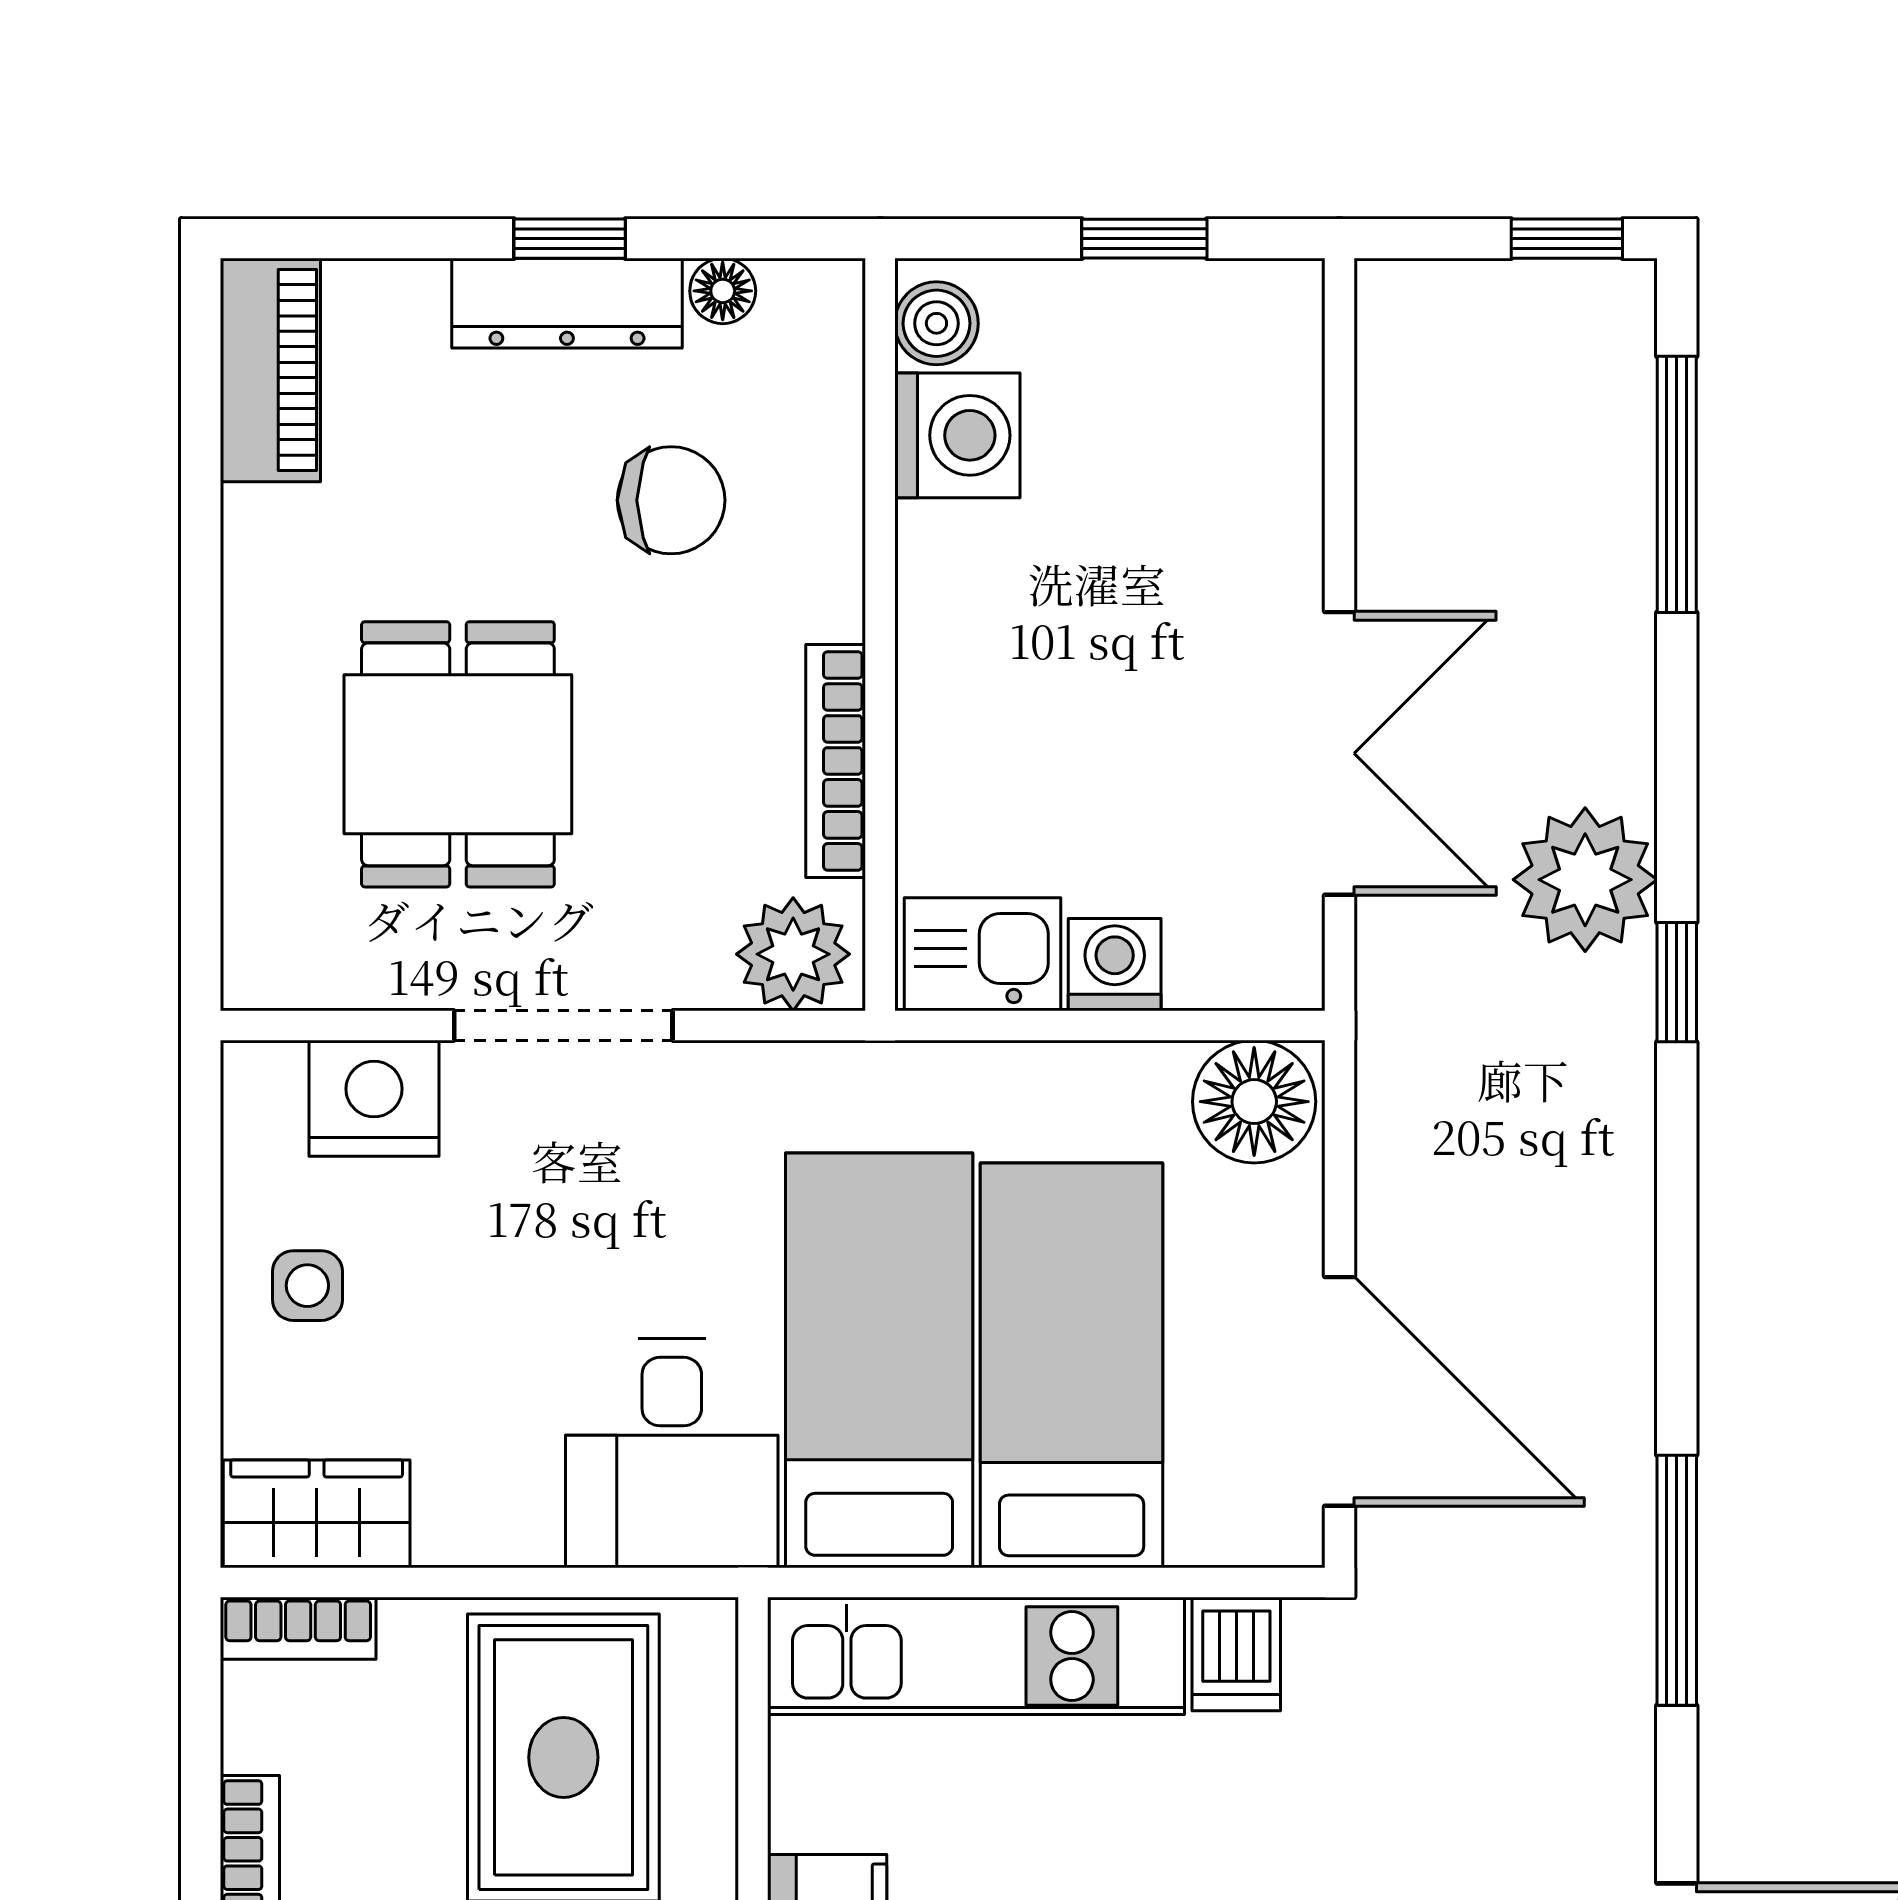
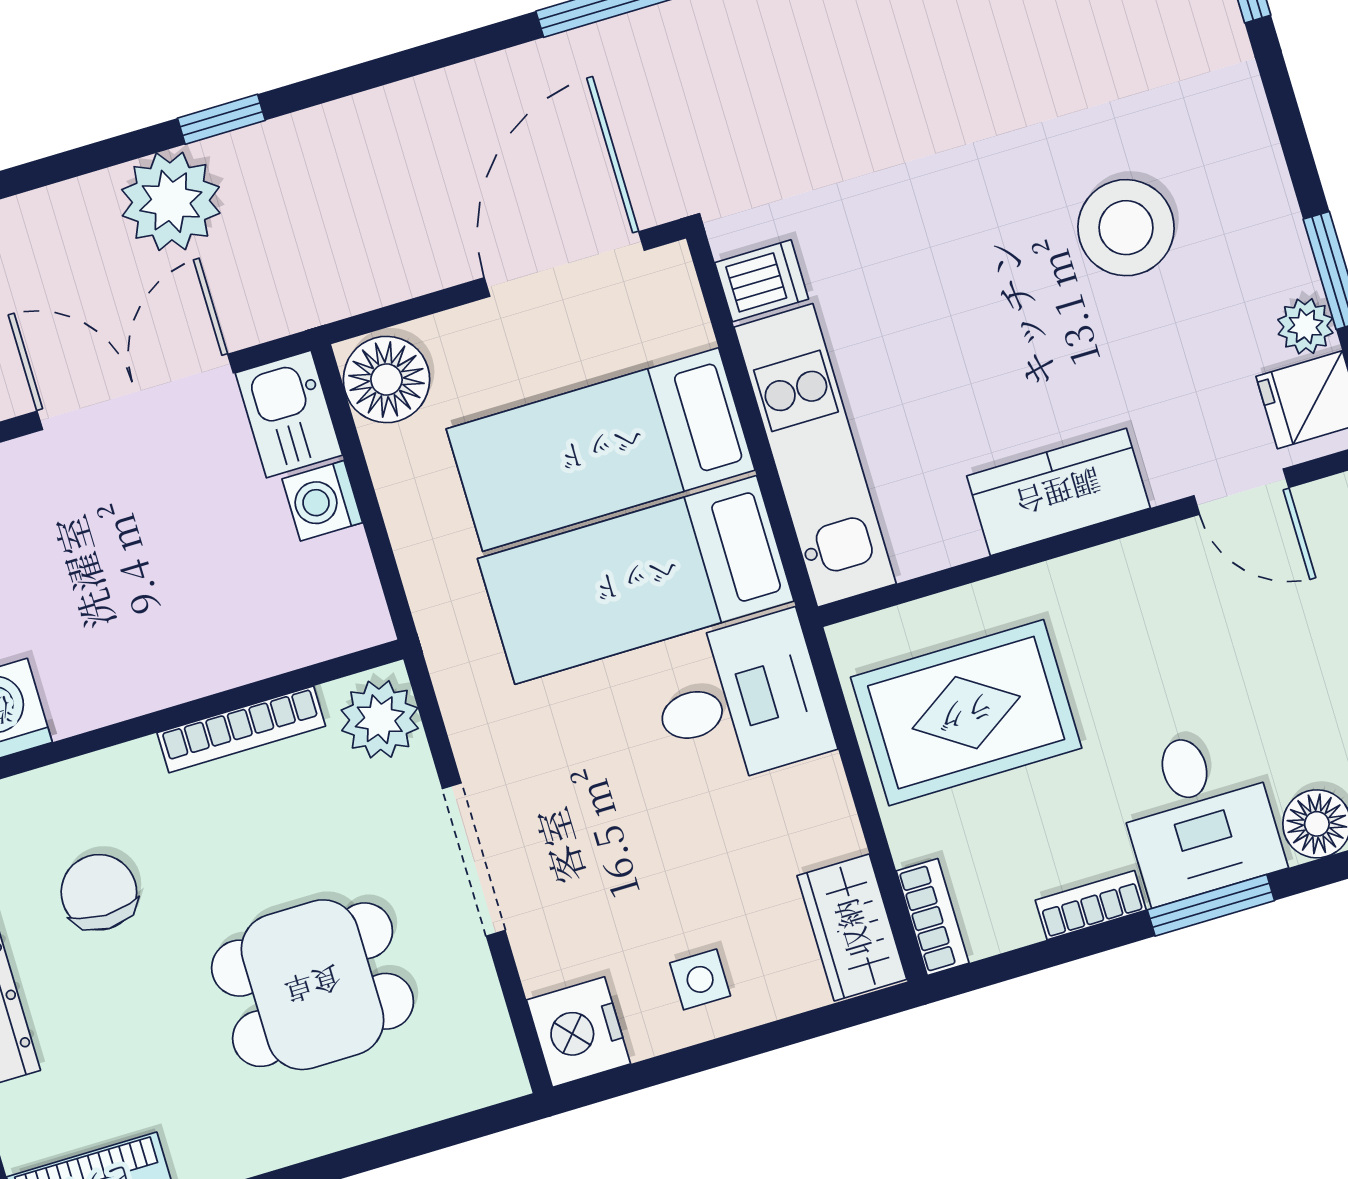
kitchen sink: (983, 954) -> (289, 414), moved
nightstand: (374, 1098) -> (579, 1032), moved

